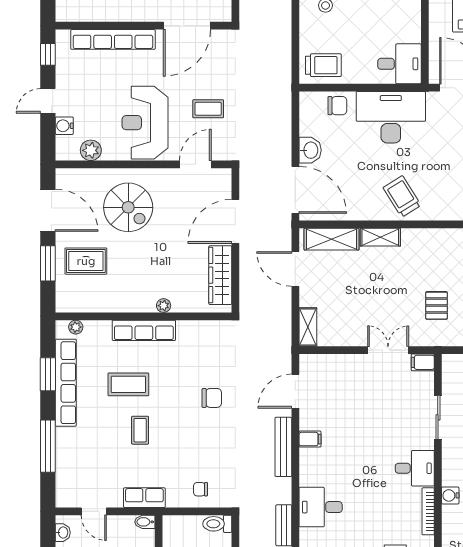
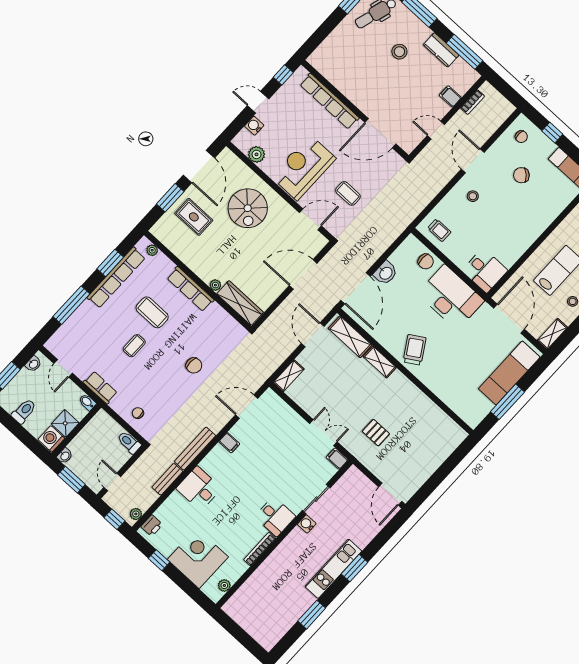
trolley: (323, 65) -> (439, 230), width x0.73, depth x0.72
wardrobe: (220, 275) -> (240, 303), moved, turned 90
pallet: (437, 306) -> (376, 433), turned 90
bench: (283, 447) -> (195, 449), moved
water cooler: (450, 495) -> (307, 524), moved

